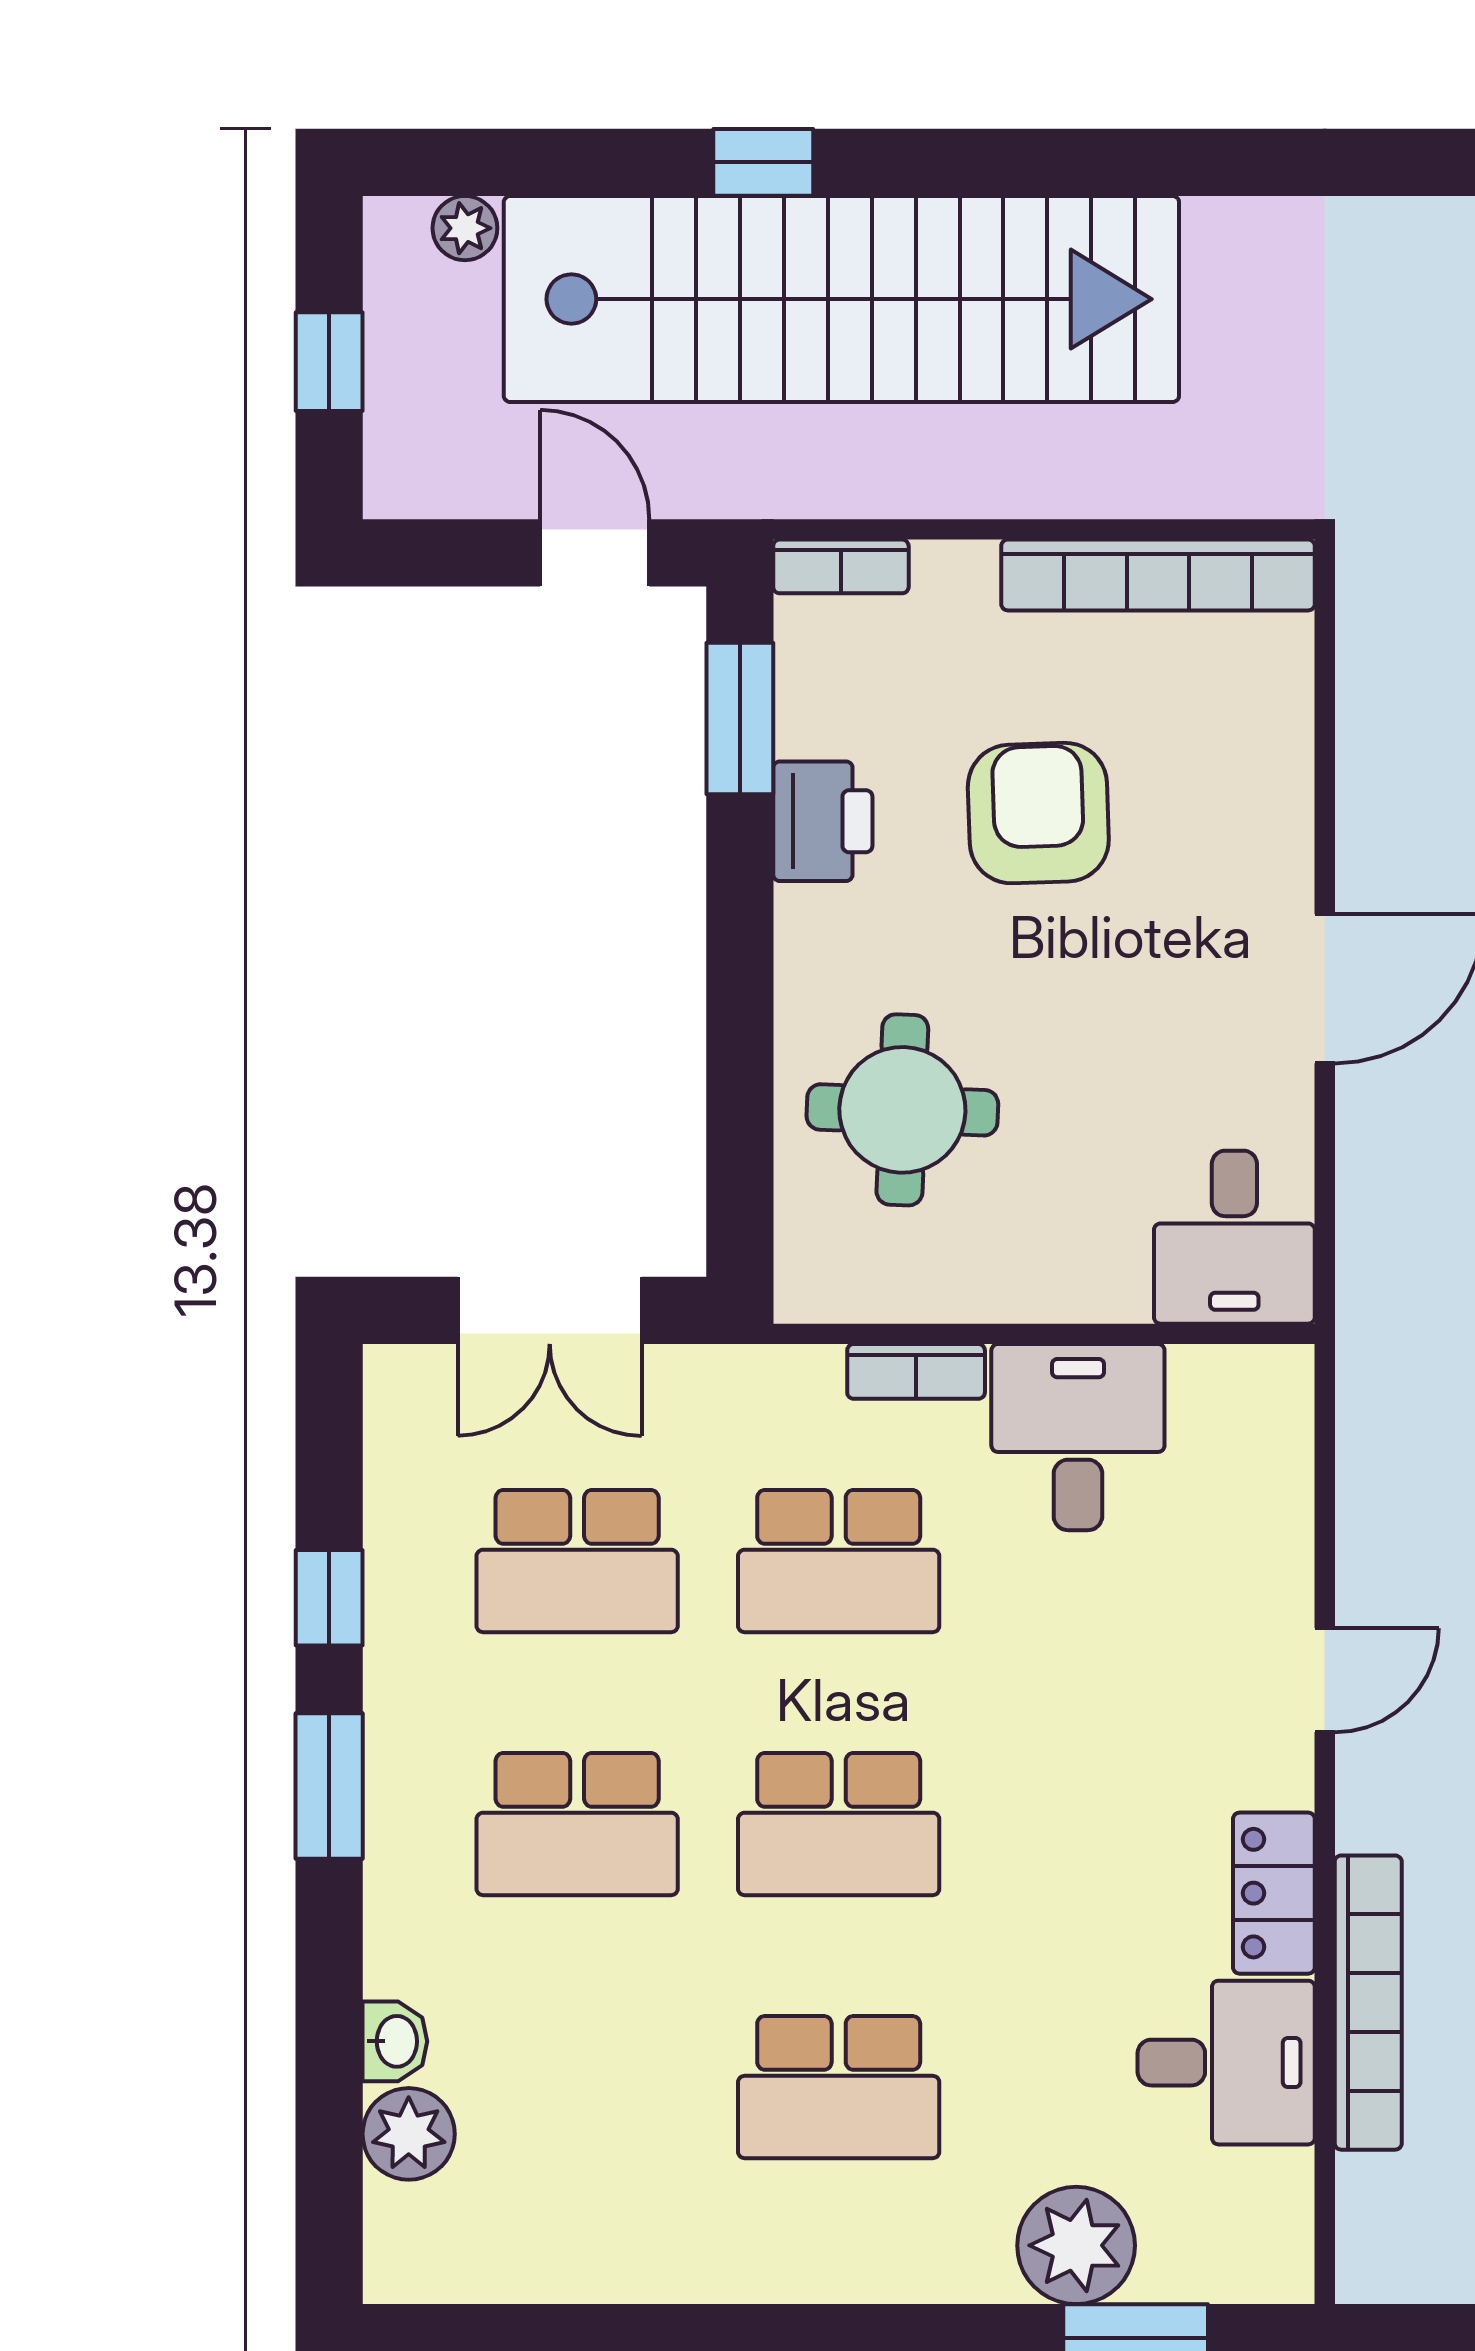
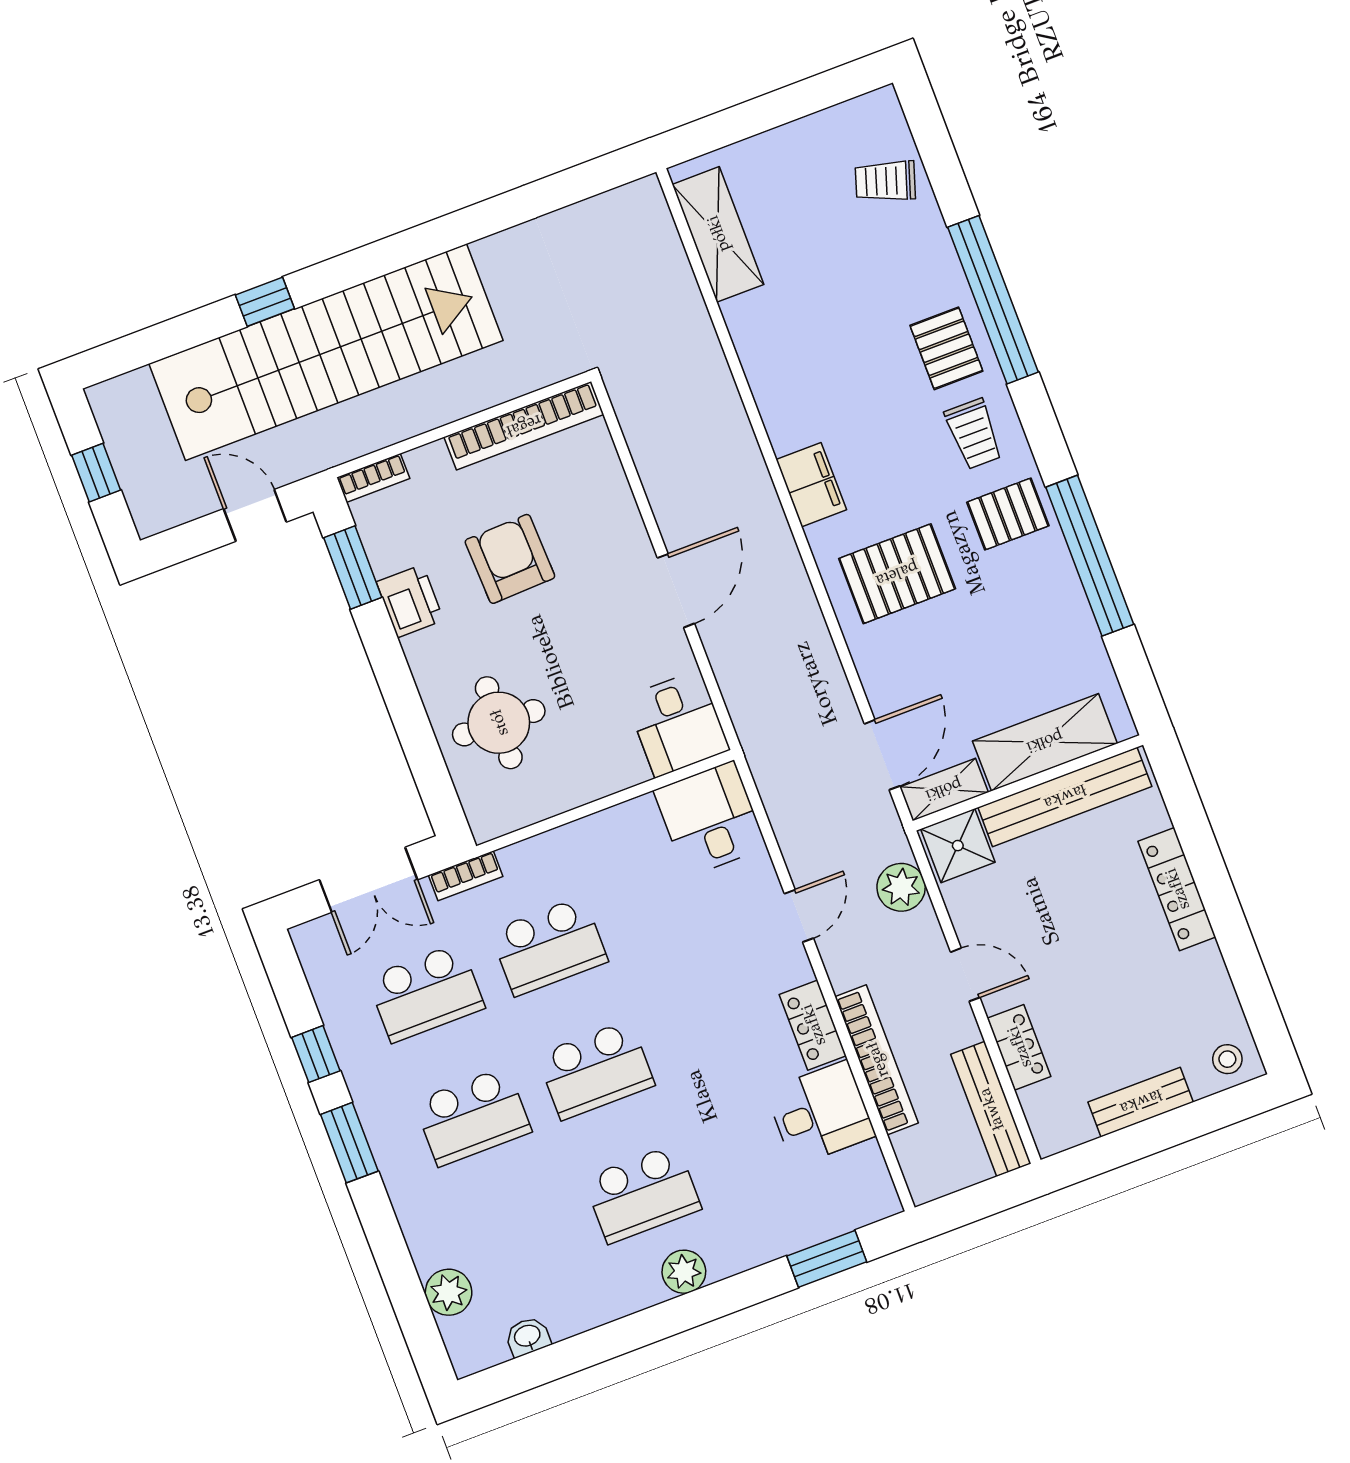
plant: (465, 228) -> (136, 386), removed
bookcase: (916, 1371) -> (466, 876), moved
desk: (1078, 1437) -> (710, 819), moved
washbasin: (395, 2041) -> (528, 1337), moved, turned -90
plant: (1076, 2245) -> (684, 1272), moved, width x0.73, depth x0.73

